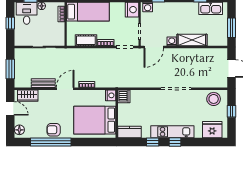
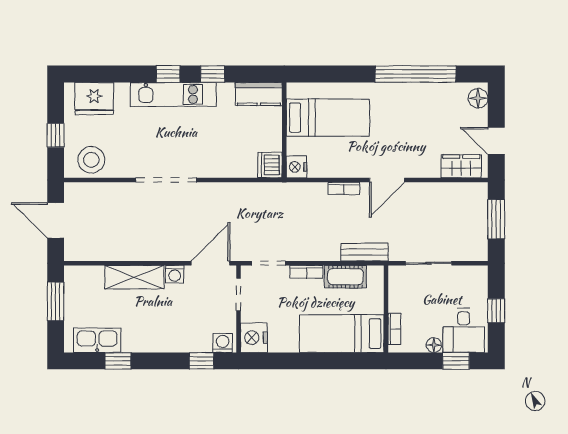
bench: (43, 83) -> (364, 252), moved
bed: (95, 120) -> (328, 118), width x0.67
armchair: (54, 130) -> (410, 98), removed

